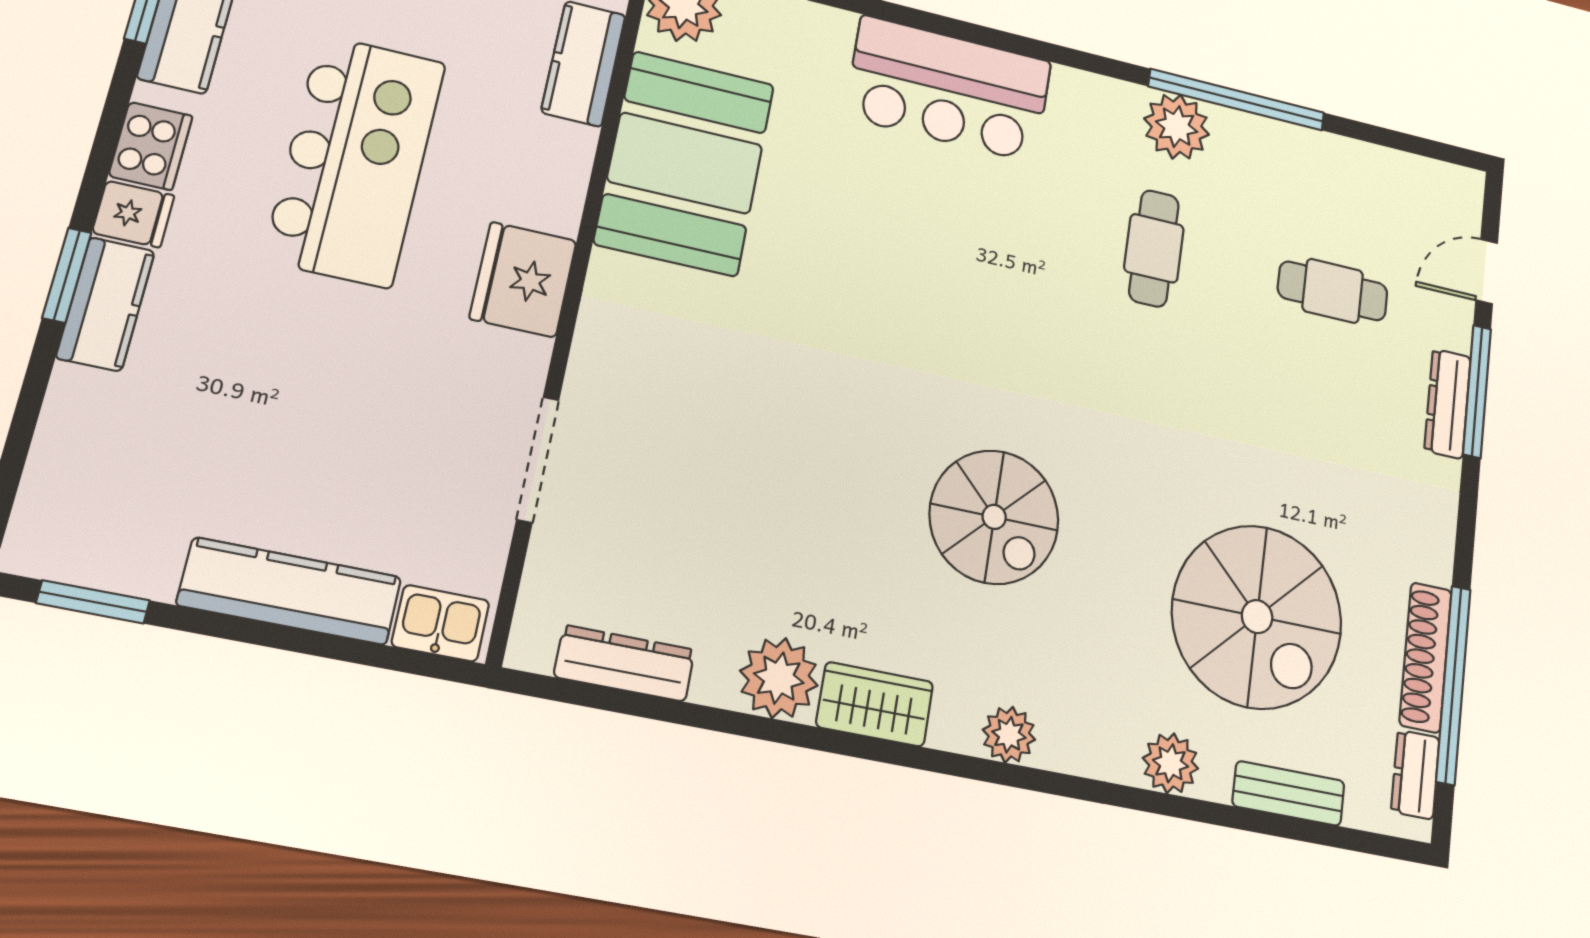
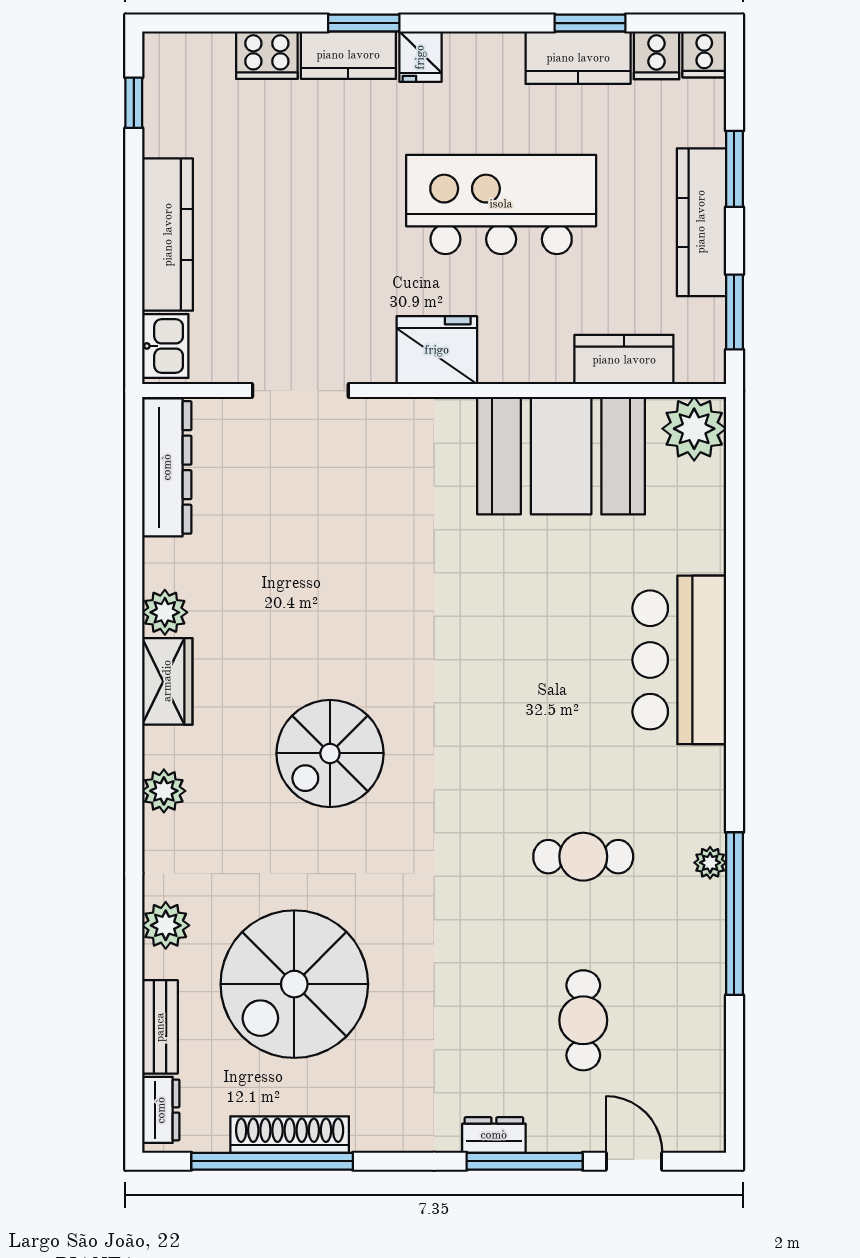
plant: (1177, 127) -> (710, 863), width x0.53, depth x0.53
cooker: (151, 146) -> (267, 55), moved
kitchen island: (355, 160) -> (501, 204), turned 180
dresser: (1448, 404) -> (494, 1135), width x0.70
window: (93, 602) -> (134, 103), width x0.67
dresser: (625, 663) -> (167, 467), width x1.37, depth x1.24
plant: (779, 678) -> (165, 612), width x0.73, depth x0.73
dresser: (1415, 775) -> (161, 1110), moved, turned 90

